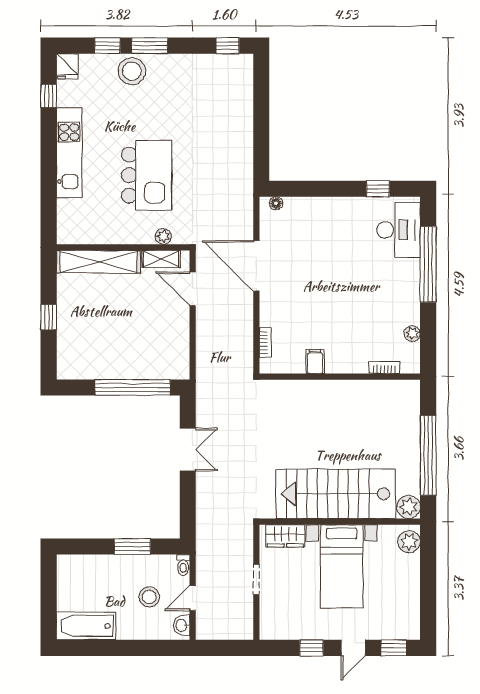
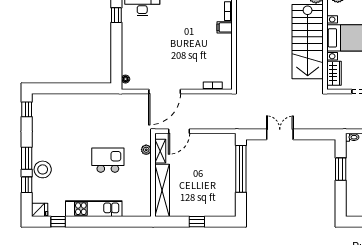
kitchen island: (147, 175) -> (108, 160), width x0.73, depth x0.78
filing cabinet: (315, 361) -> (225, 27), moved

